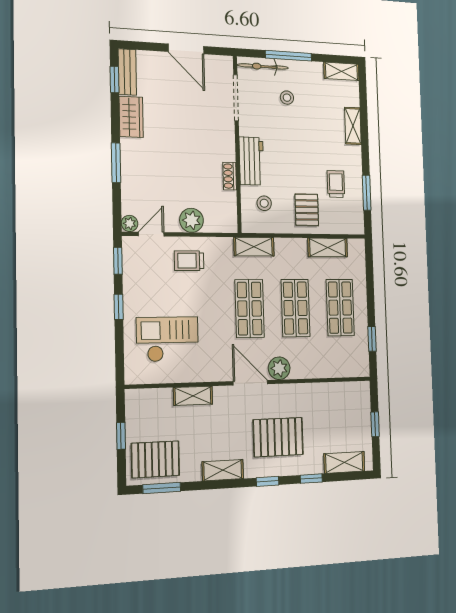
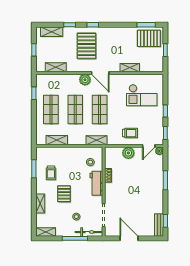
wardrobe: (131, 117) -> (158, 203), removed
pallet: (307, 210) -> (64, 194), moved
pallet: (278, 437) -> (87, 46), turned 90
shelving: (223, 470) -> (56, 67), moved

